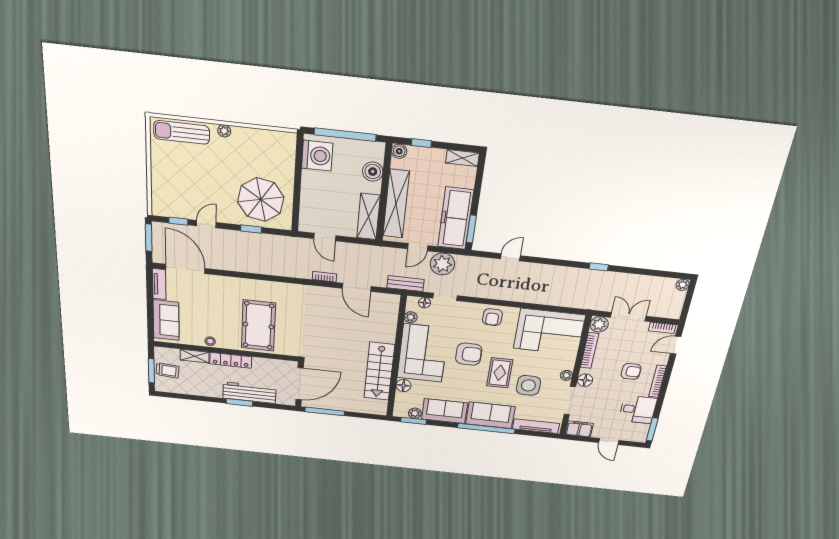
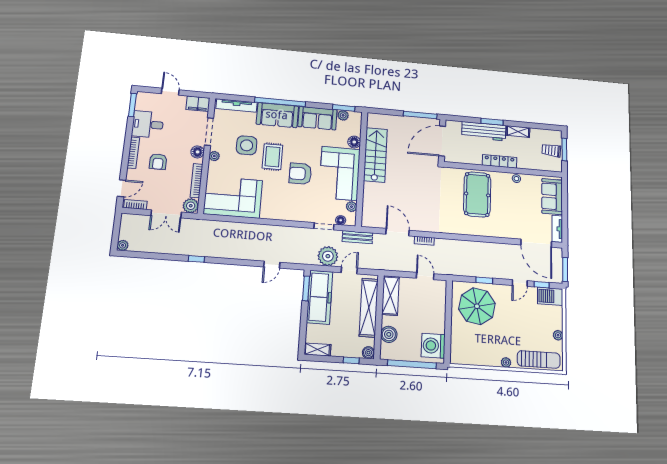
plant: (157, 160) -> (558, 335), added
barbecue: (167, 207) -> (550, 296), added
armchair: (492, 317) -> (283, 209), removed
shelving: (195, 356) -> (518, 132), moved
armchair: (631, 371) -> (158, 162), turned -90

